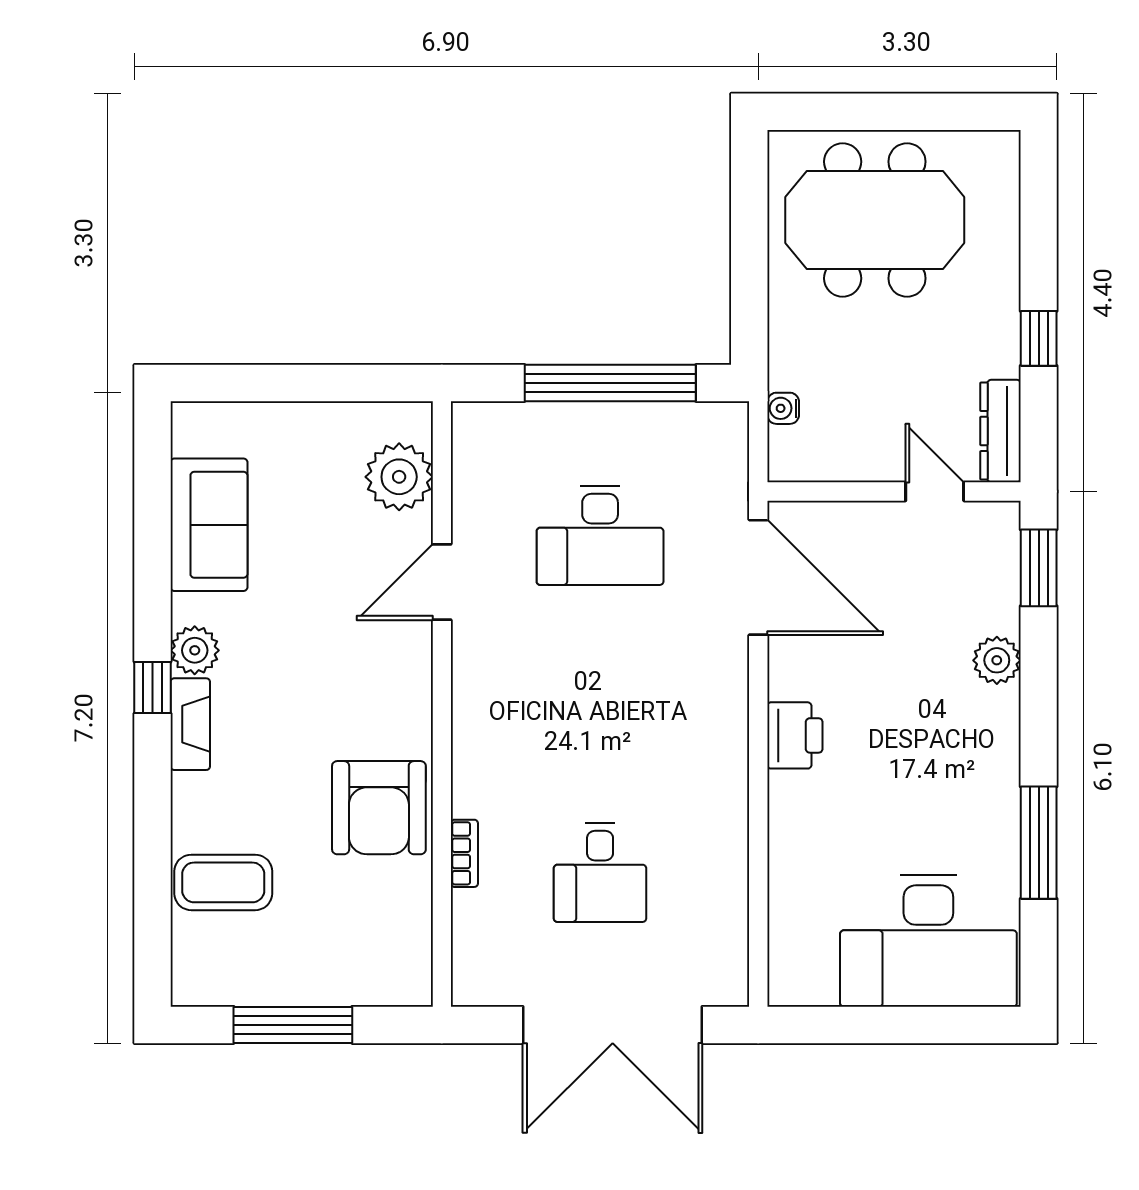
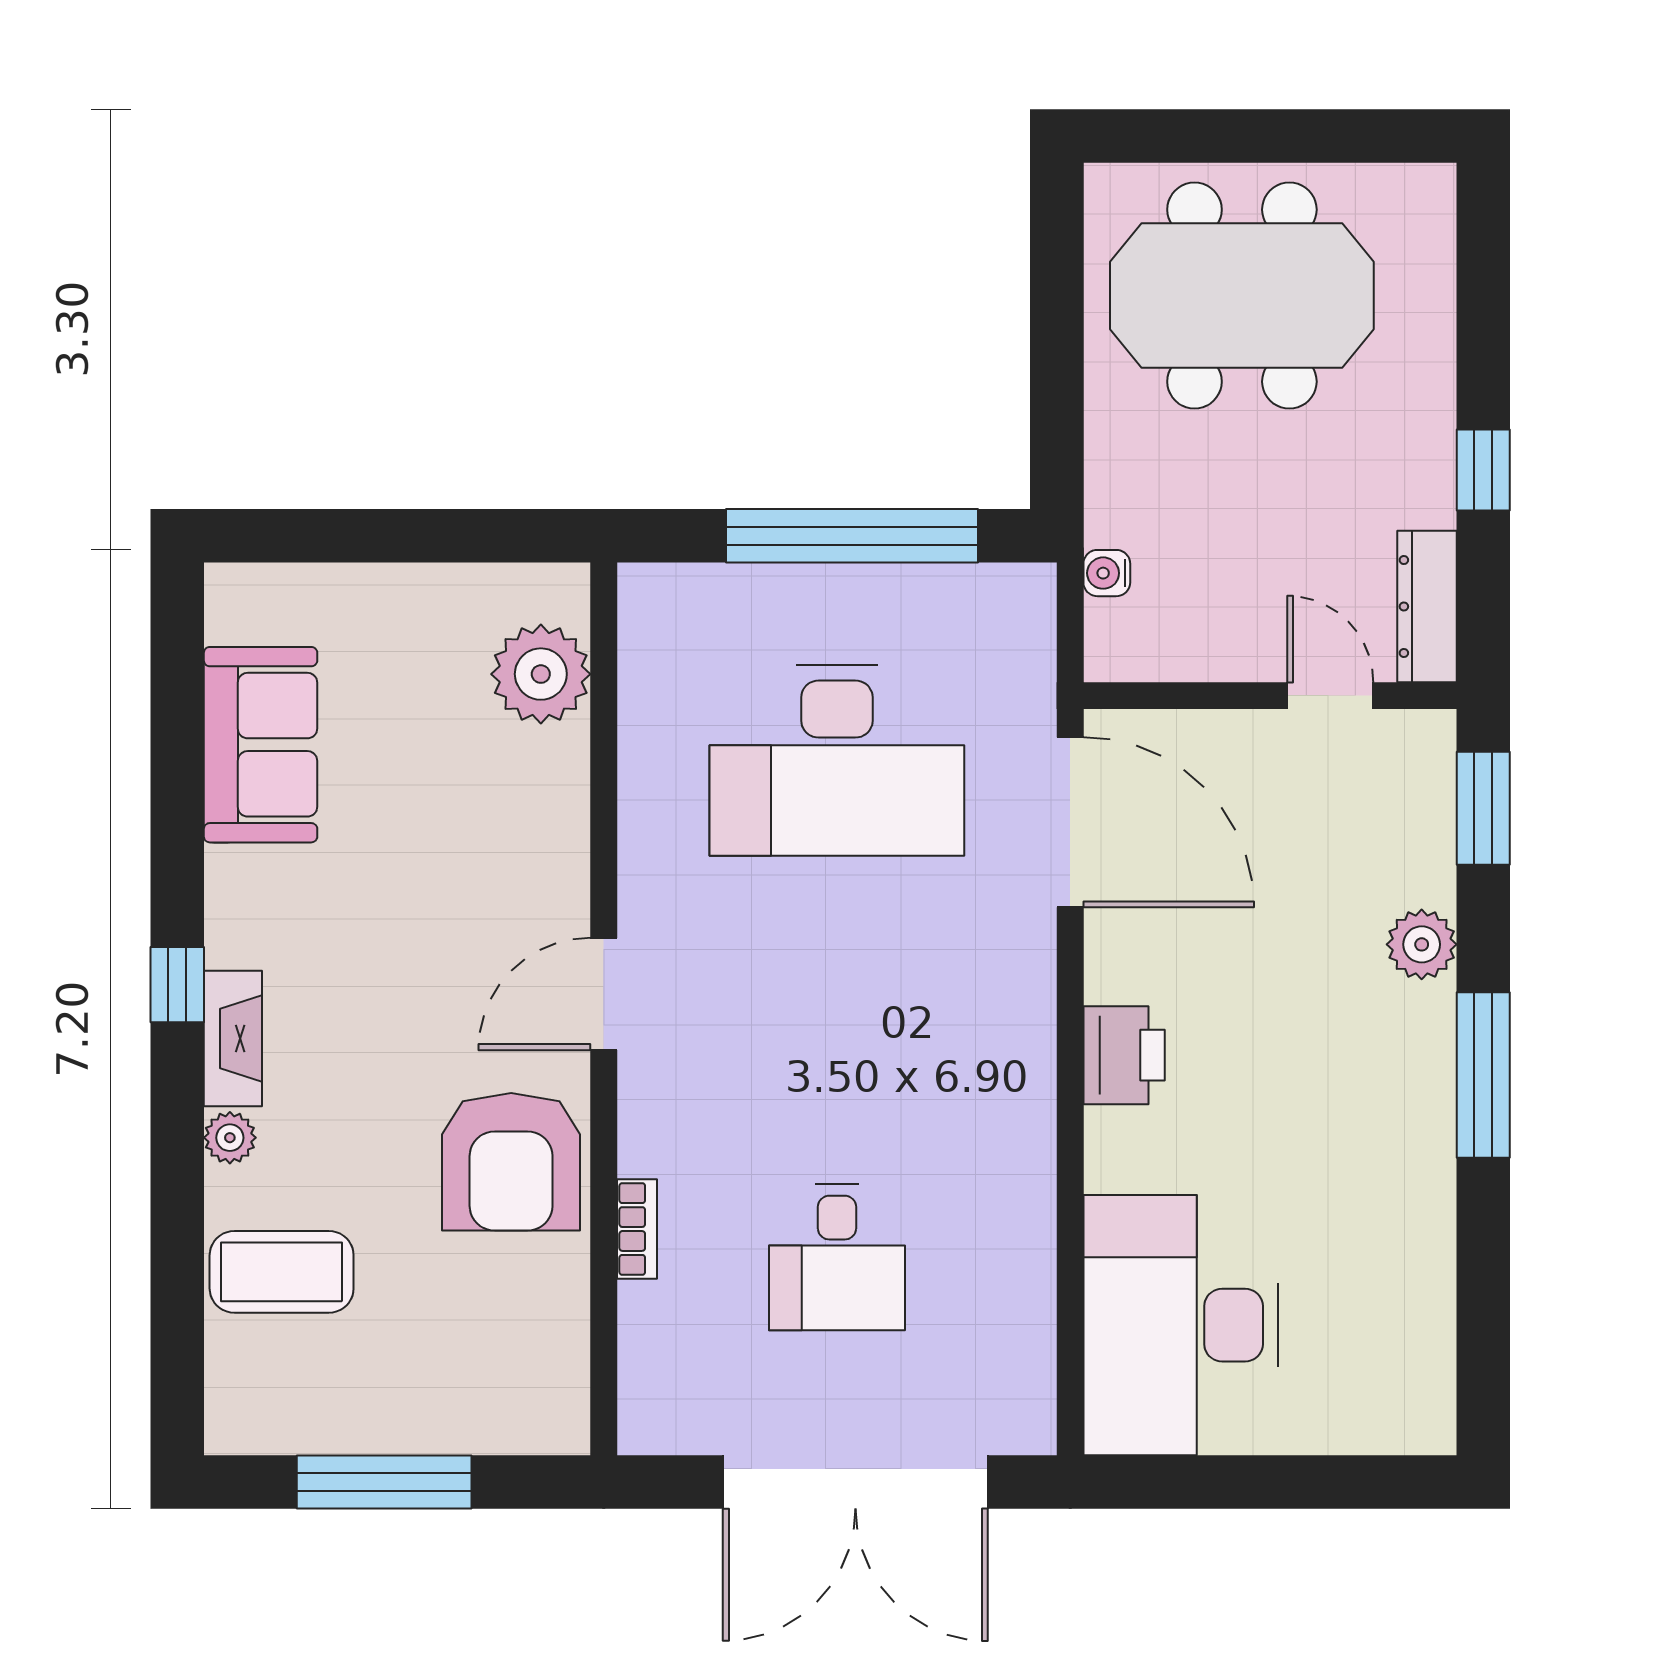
desk: (600, 535) -> (837, 760), width x1.36, depth x1.30
door: (442, 582) -> (604, 994), moved
plant: (195, 650) -> (230, 1138), moved, width x0.73, depth x0.73
window: (1039, 843) -> (1483, 1075), moved
desk: (928, 941) -> (1181, 1325), moved, turned 90

